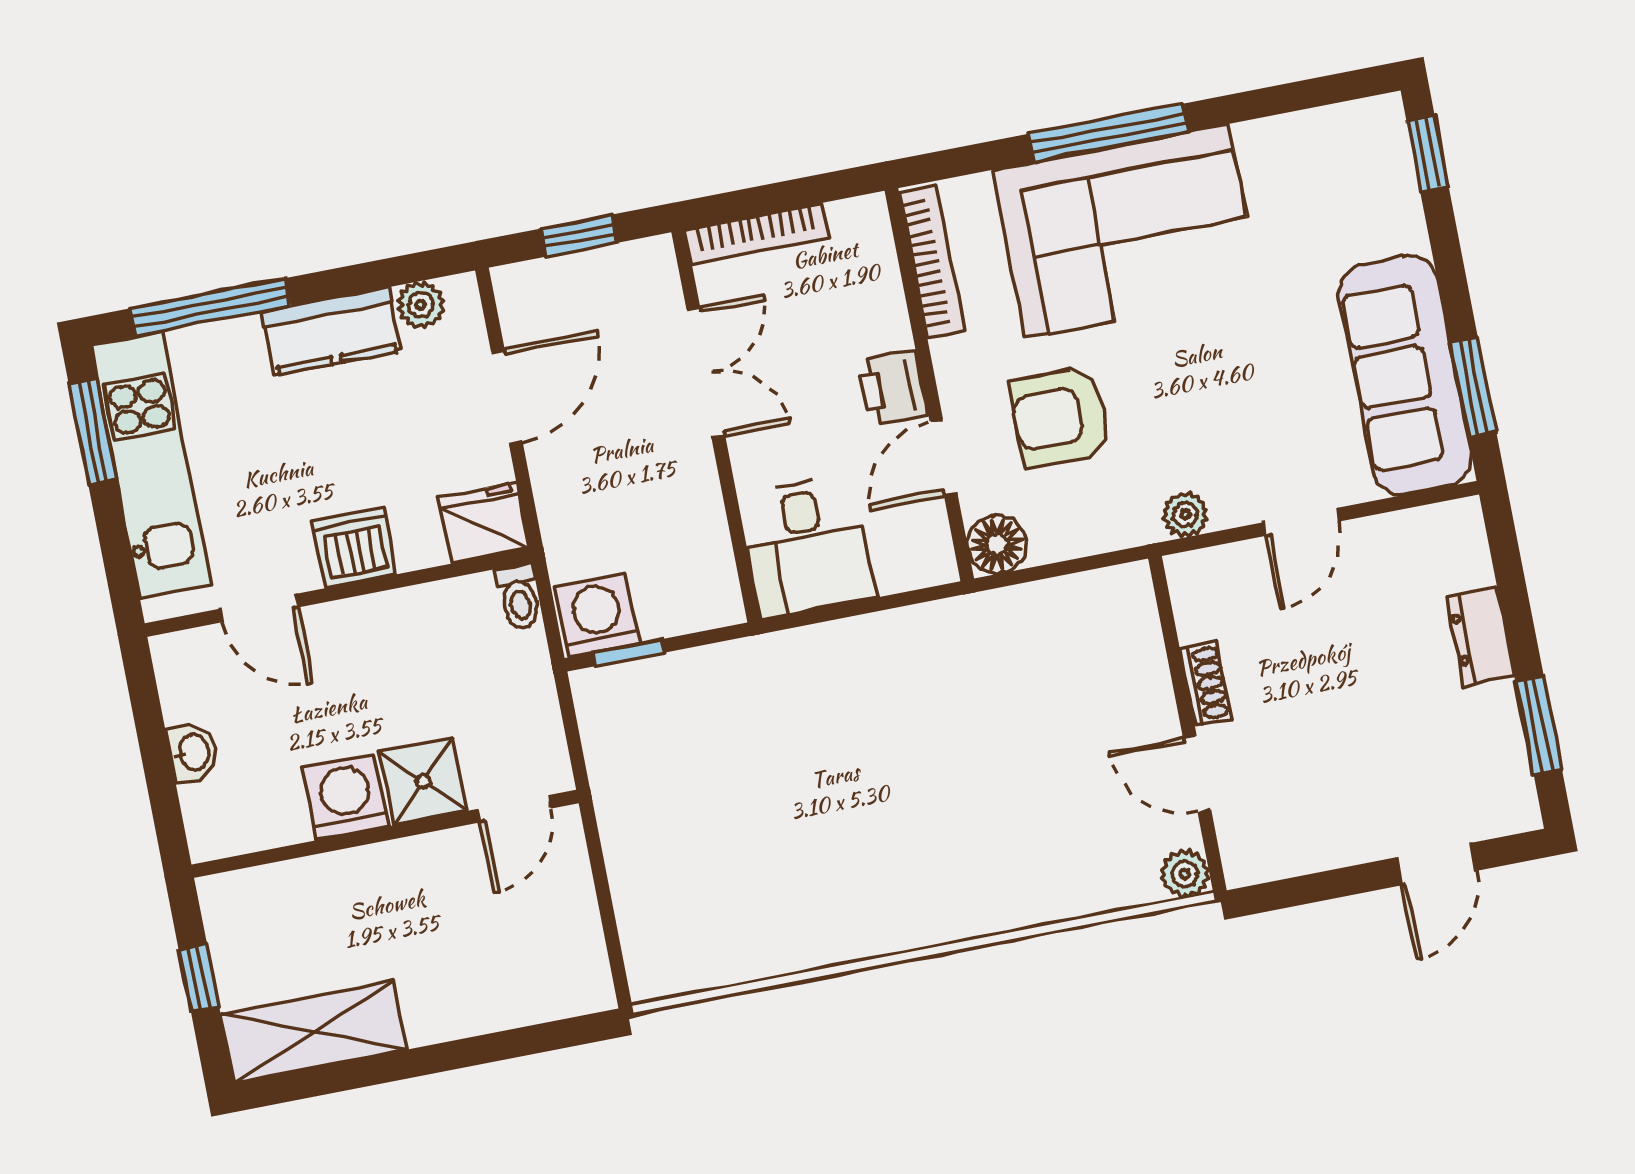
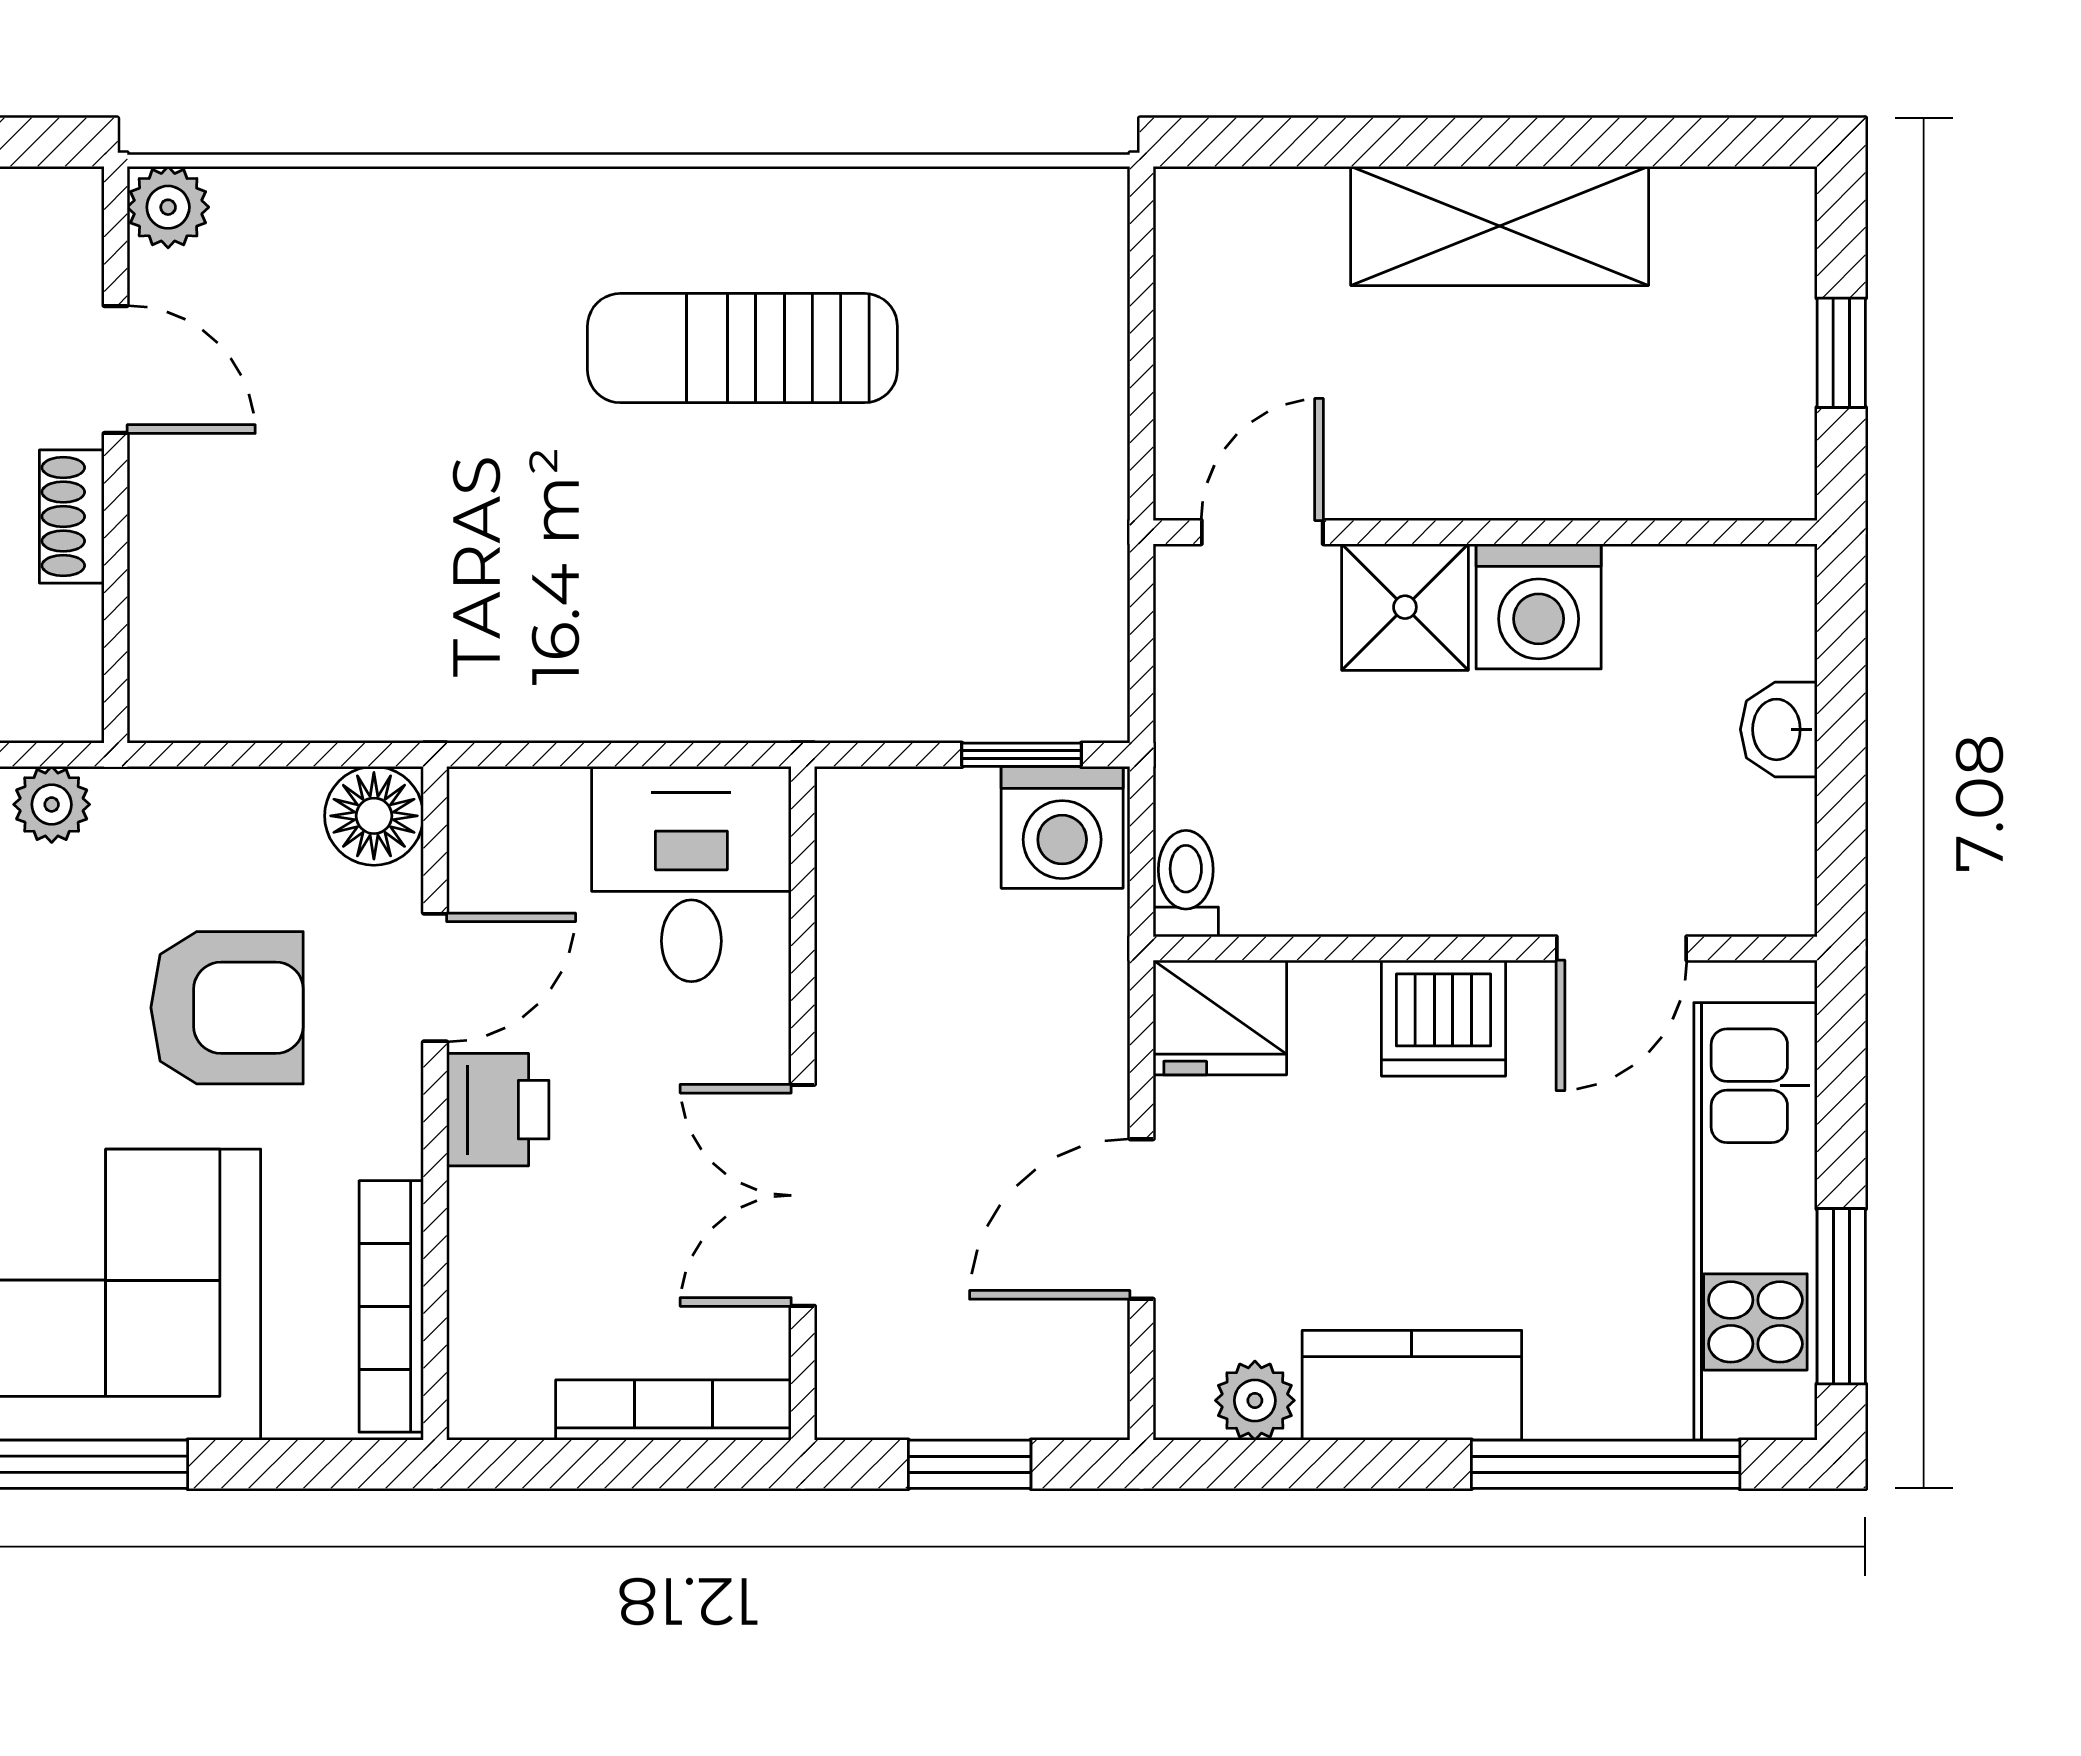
door: (259, 608) -> (1621, 948), swing flipped
sun lounger: (836, 857) -> (742, 348), added
shelving: (314, 1032) -> (1500, 226), moved

